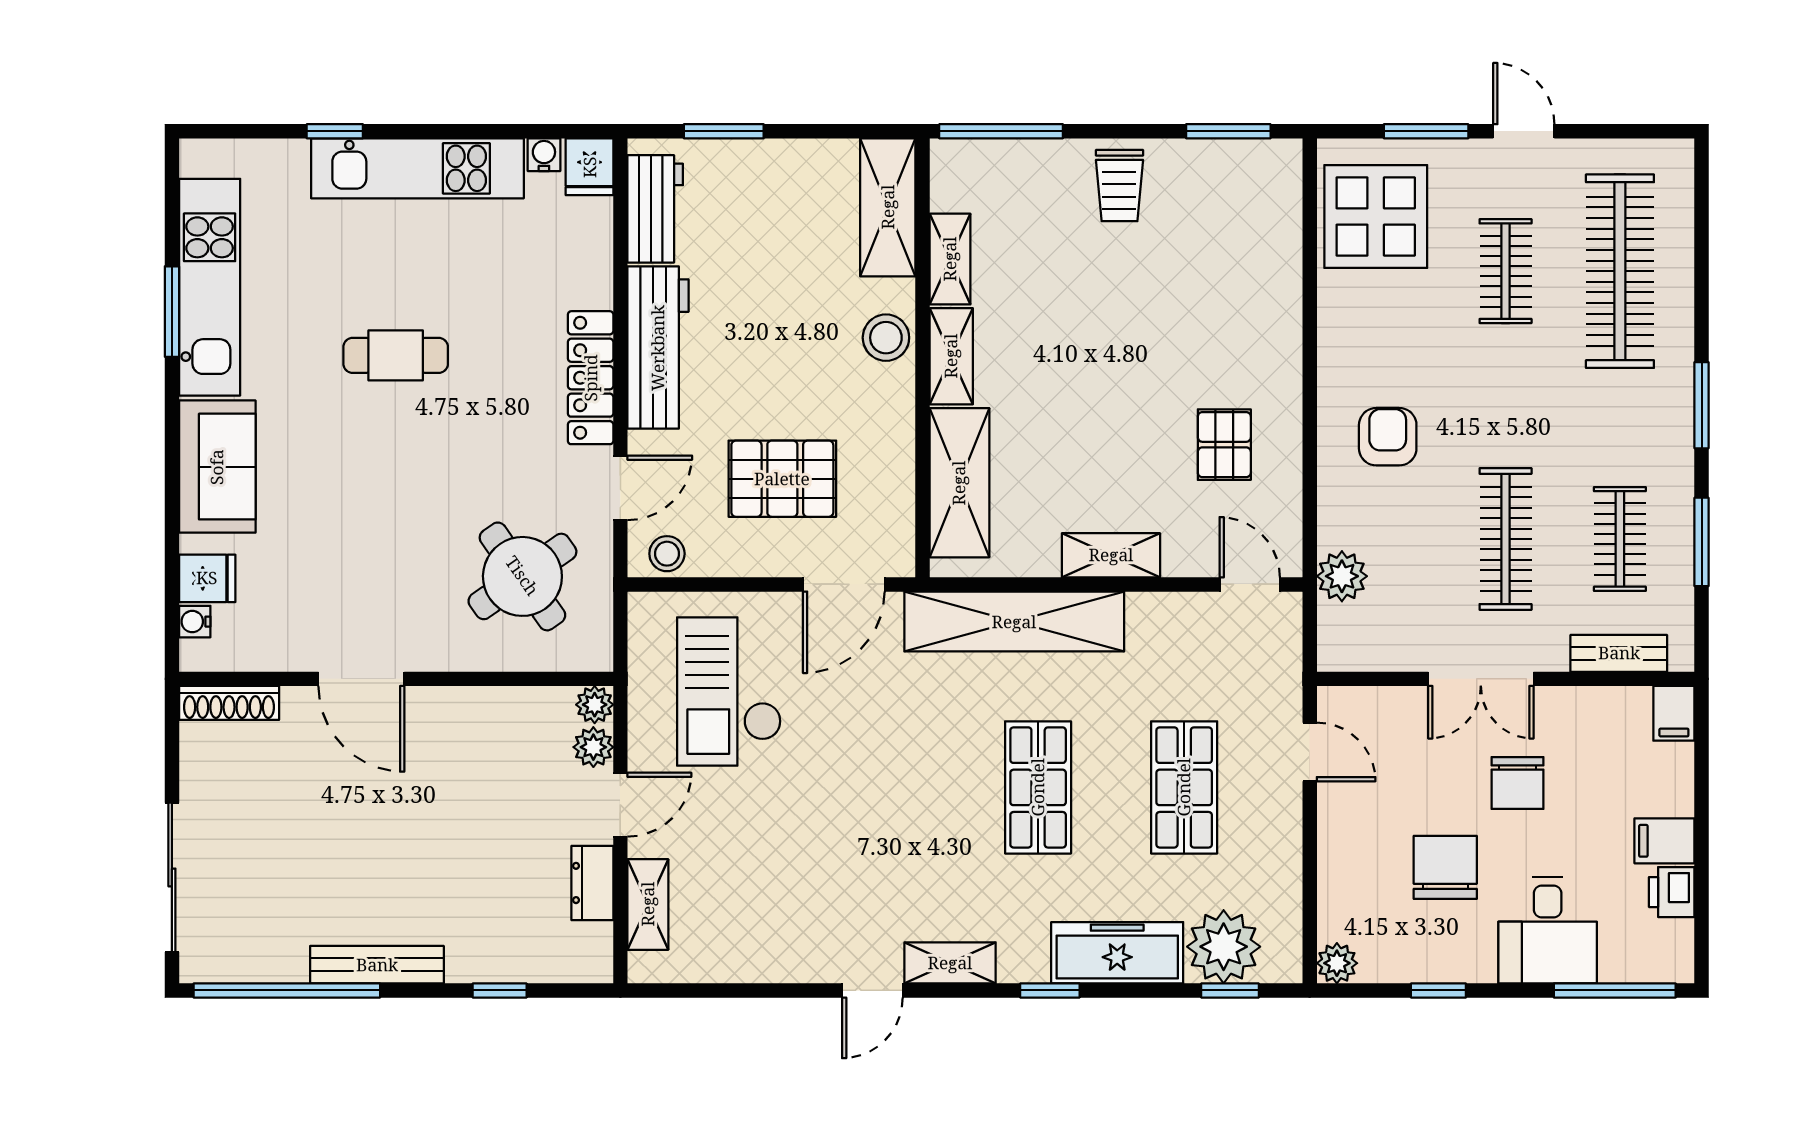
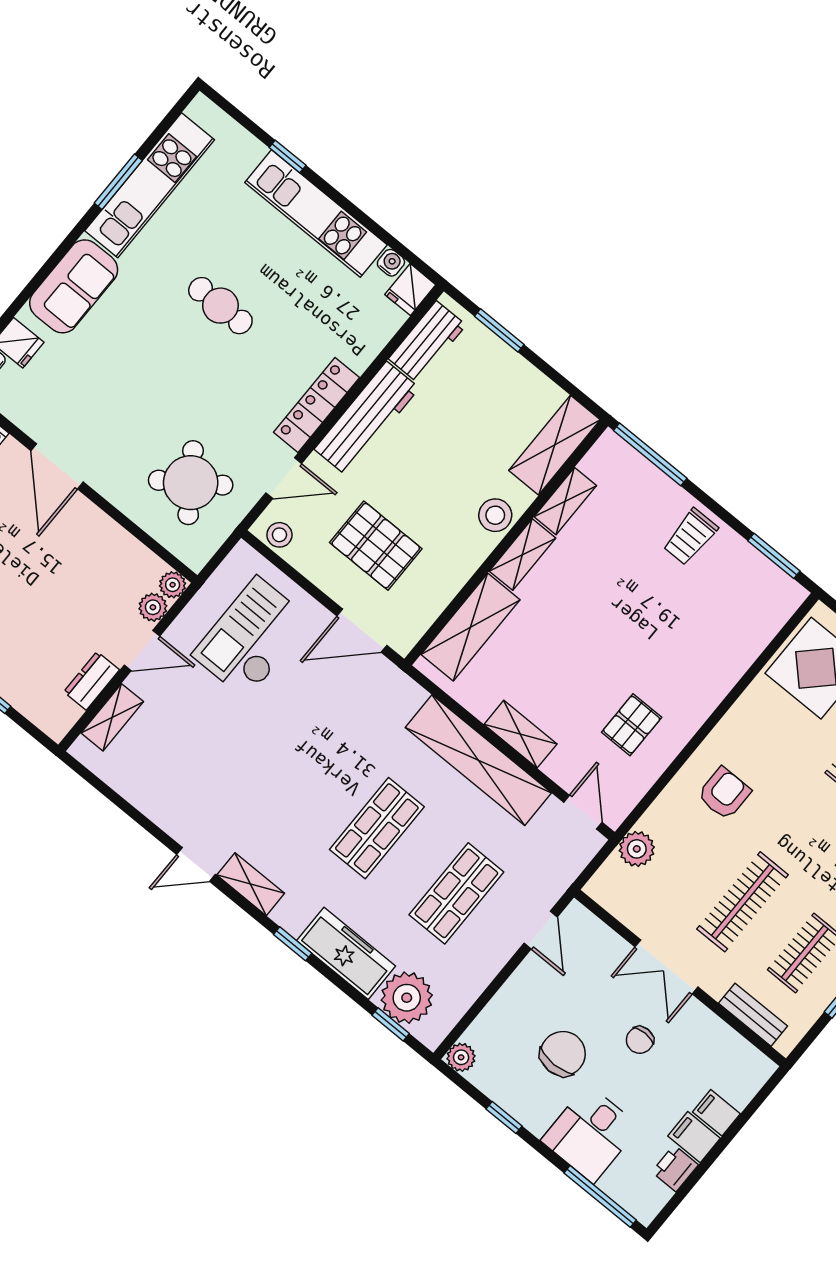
shelving: (1014, 622) -> (478, 760), moved
filing cabinet: (1674, 713) -> (716, 1113), moved, turned 90
chair: (1518, 783) -> (640, 1040), width x0.73, depth x0.73

